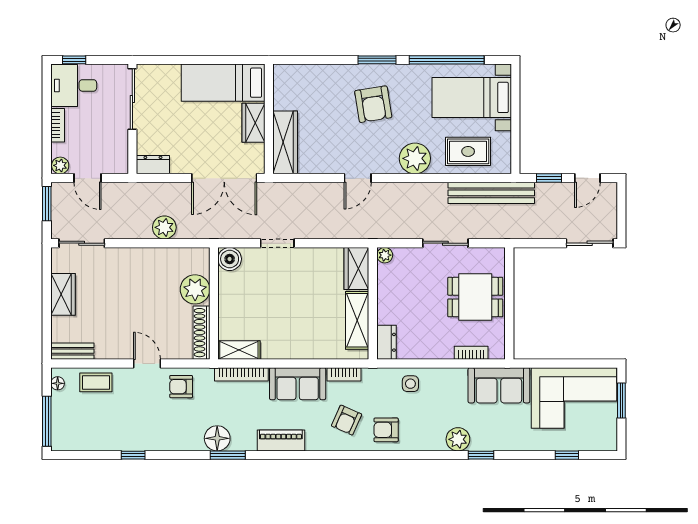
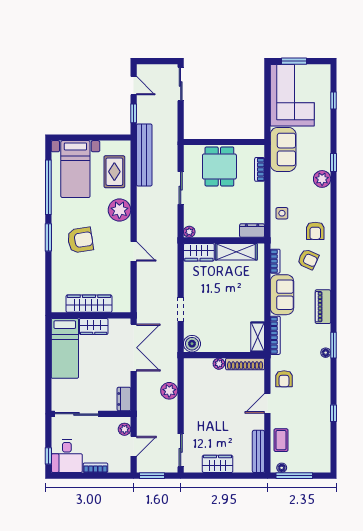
wardrobe: (285, 142) -> (89, 304), moved
plant: (60, 165) -> (124, 429), moved
plant: (195, 289) -> (219, 364), width x0.53, depth x0.53
bench: (72, 351) -> (258, 451), width x1.36
window: (47, 421) -> (294, 476), moved
floor lamp: (217, 438) -> (326, 353), width x0.53, depth x0.53

